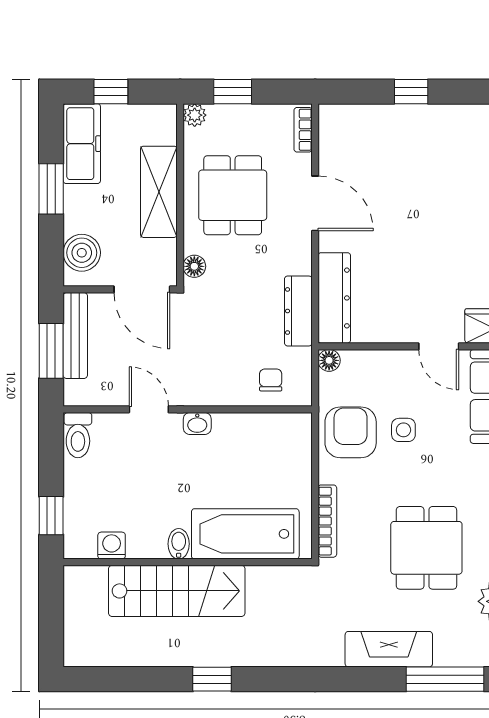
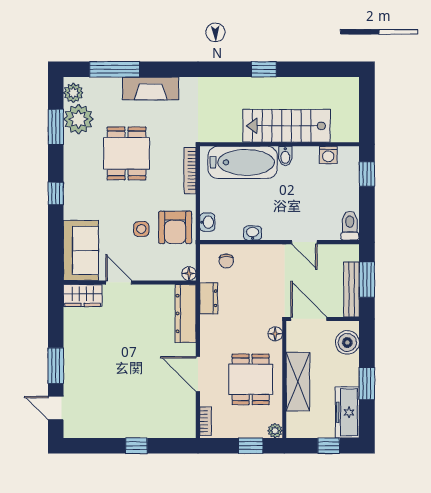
dresser: (298, 311) -> (209, 298), width x0.70
washbasin: (197, 424) -> (253, 233), moved
washbasin: (300, 440) -> (207, 222), added

